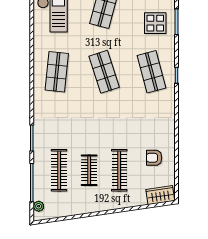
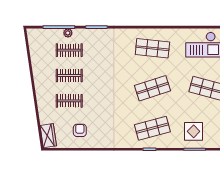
clothes rail: (59, 170) -> (69, 50), width x0.73
clothes rail: (119, 170) -> (69, 101), width x0.73
plant: (39, 206) -> (68, 33), moved

